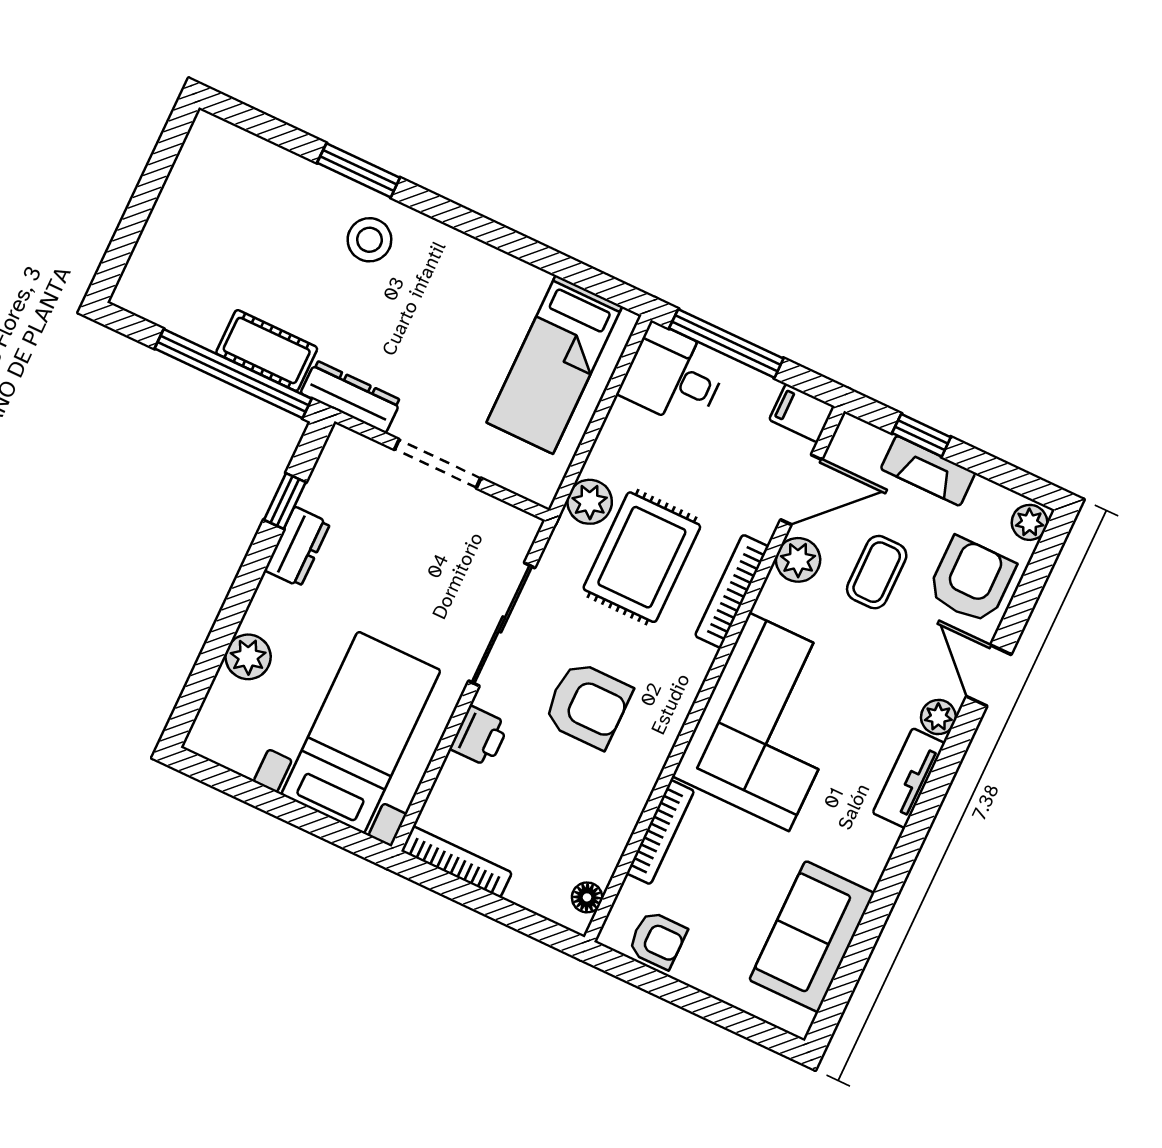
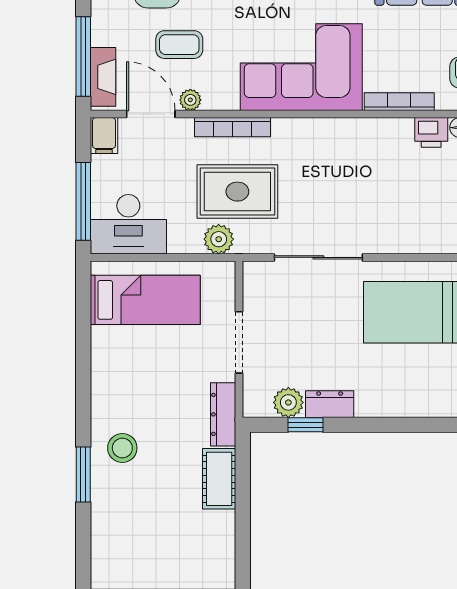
window: (233, 374) -> (243, 493), removed
desk: (674, 376) -> (128, 224), width x1.37
window: (921, 435) -> (83, 56), width x2.17
fireplace: (928, 471) -> (103, 77), moved
plant: (798, 560) -> (190, 100), width x0.73, depth x0.73
plant: (248, 657) -> (288, 402), moved
armchair: (588, 705) -> (343, 182), removed
printer: (479, 736) -> (431, 132), moved, turned 180

